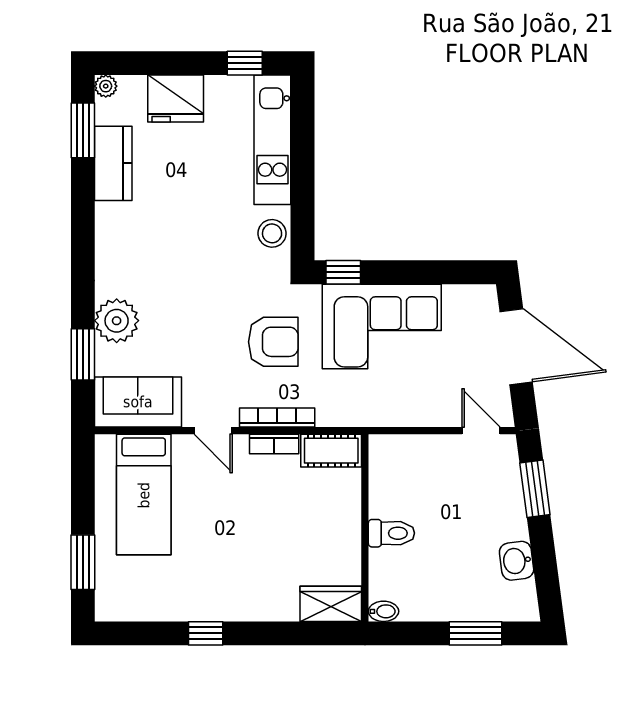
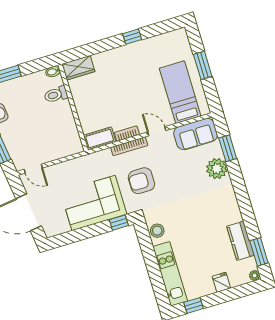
fridge: (176, 99) -> (221, 282), width x0.53, depth x0.75
toilet: (391, 533) -> (56, 95), moved
window: (83, 562) -> (203, 65), moved

